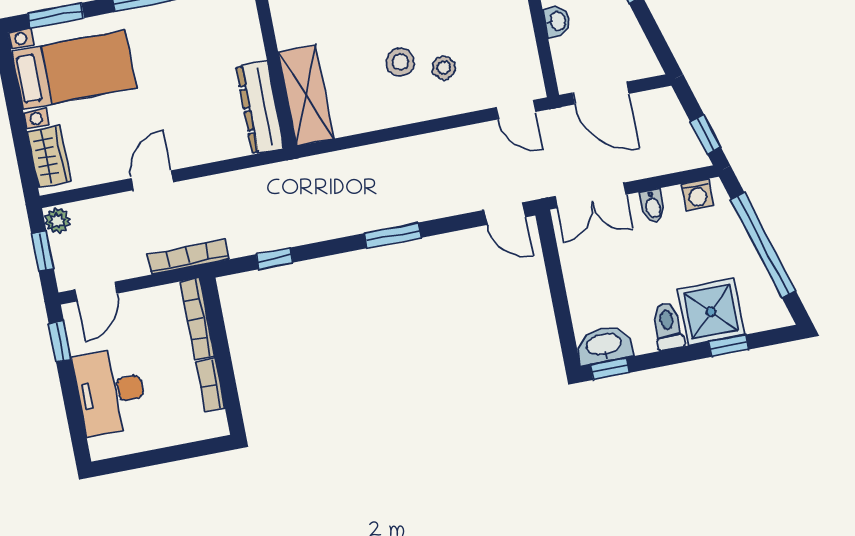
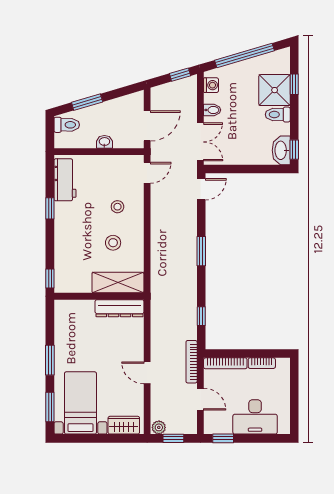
stool: (400, 62) -> (113, 243), moved
door: (96, 291) -> (200, 399), moved

